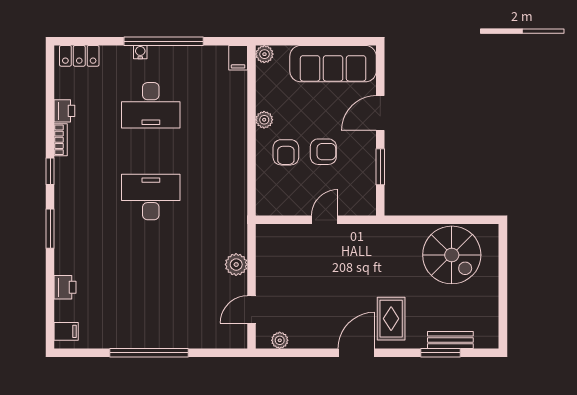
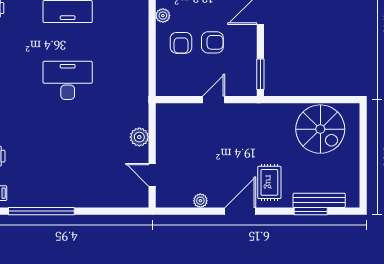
window: (380, 167) -> (260, 74), moved
door: (252, 309) -> (152, 175), hinge flipped
plant: (280, 340) -> (200, 201), moved
bench: (450, 340) -> (319, 200), width x1.36
window: (149, 353) -> (41, 211), moved

